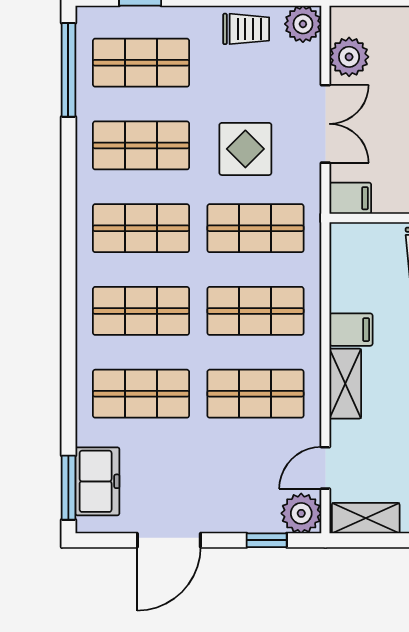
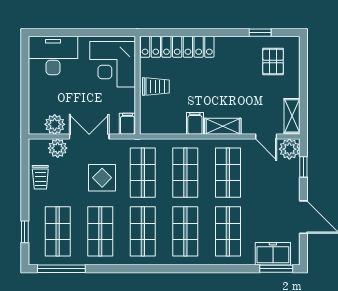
plant: (303, 24) -> (58, 148), moved
trolley: (246, 29) -> (40, 177), turned 180

